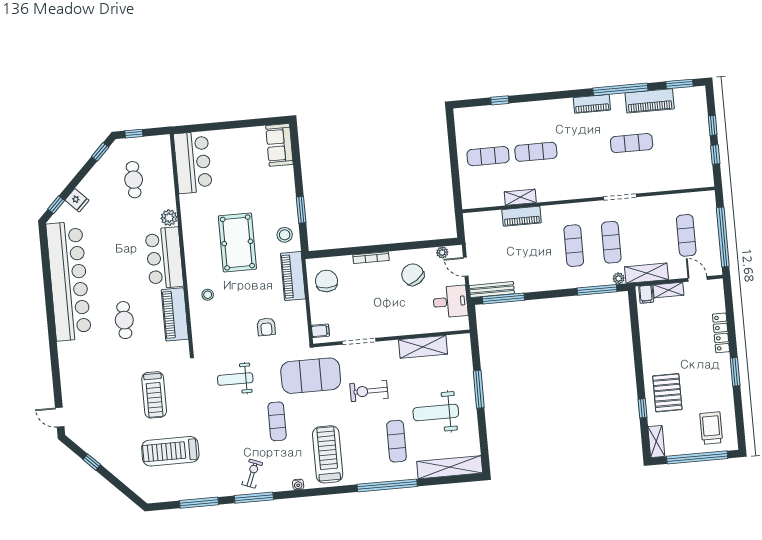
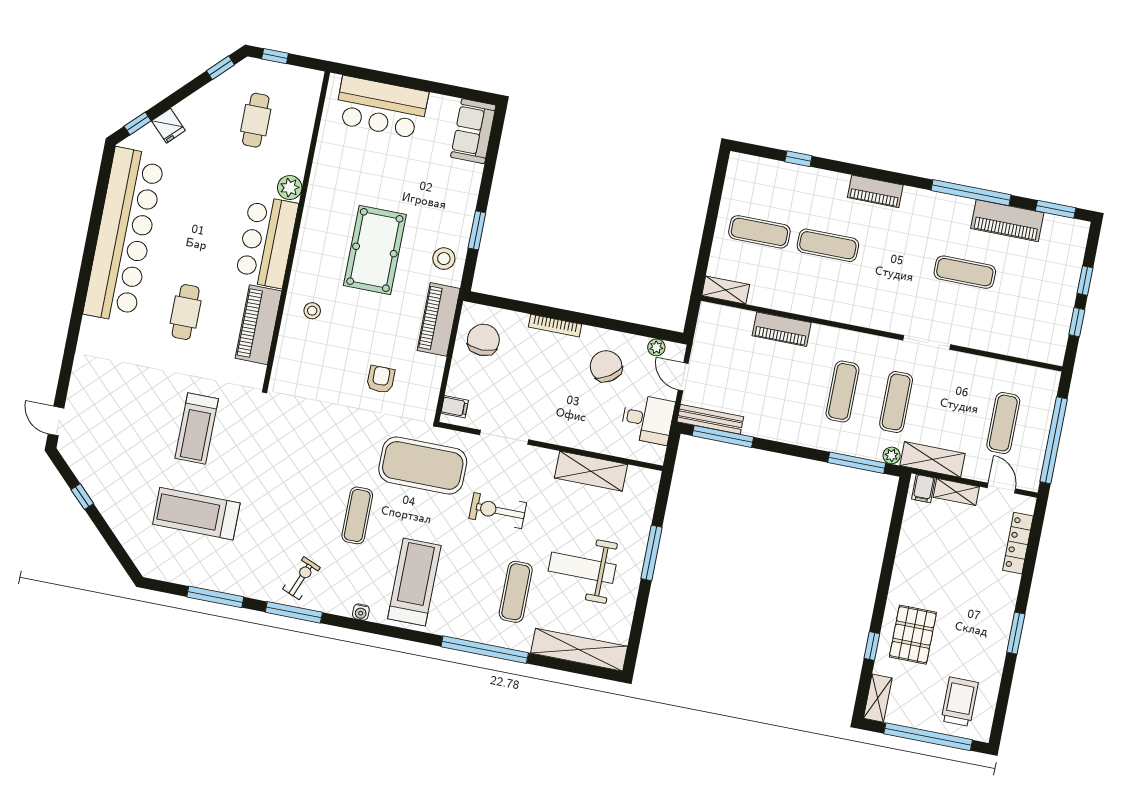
piano: (592, 104) -> (875, 191), moved
bar counter: (193, 162) -> (381, 107), moved, turned 90
shelving: (520, 197) -> (726, 290), moved
armchair: (266, 327) -> (381, 379), turned 180
locker: (721, 333) -> (1018, 543), moved
weight bench: (235, 379) -> (316, 439), removed

